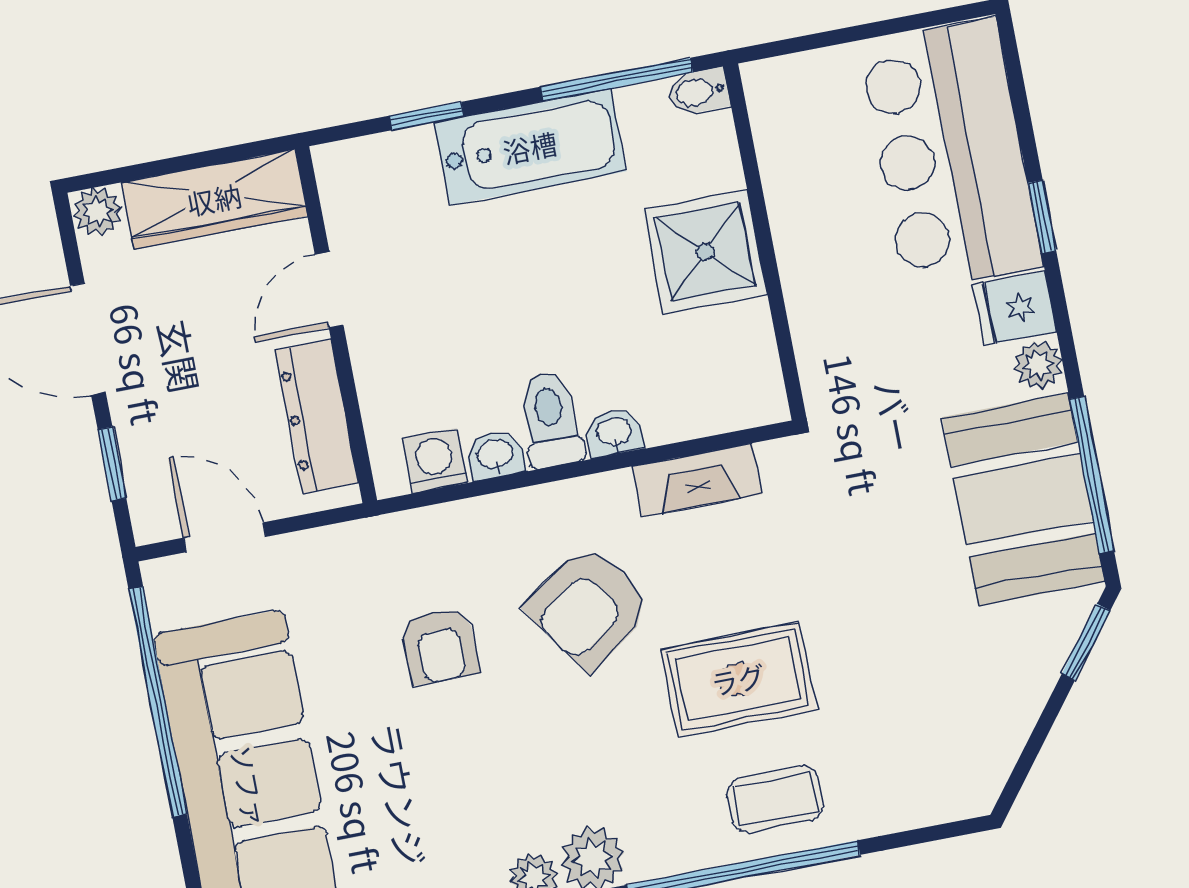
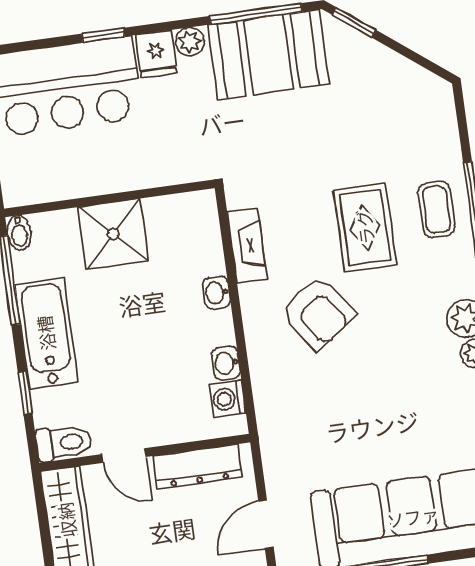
toilet: (551, 420) -> (64, 443), moved, turned 180
armchair: (440, 646) -> (336, 402), removed

